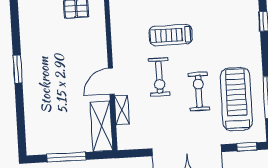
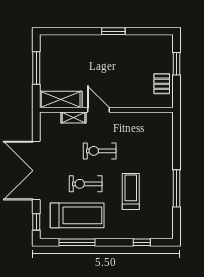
treadmill: (171, 35) -> (131, 191), moved
exercise bike: (199, 91) -> (86, 184), turned 180

